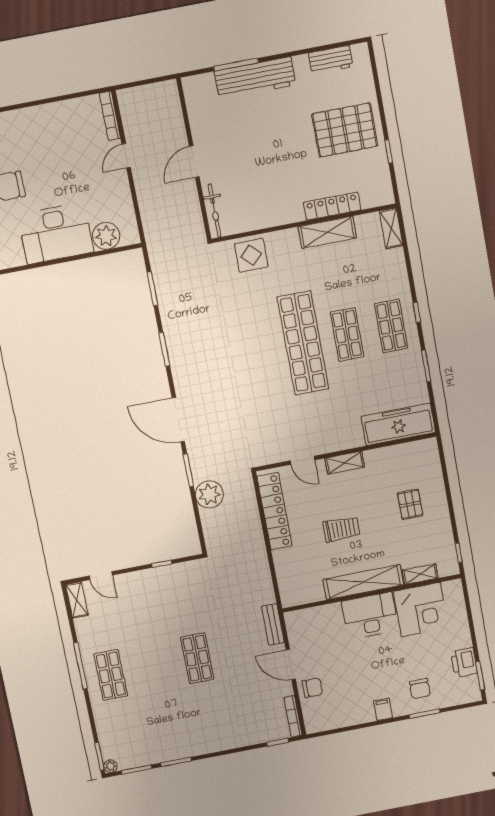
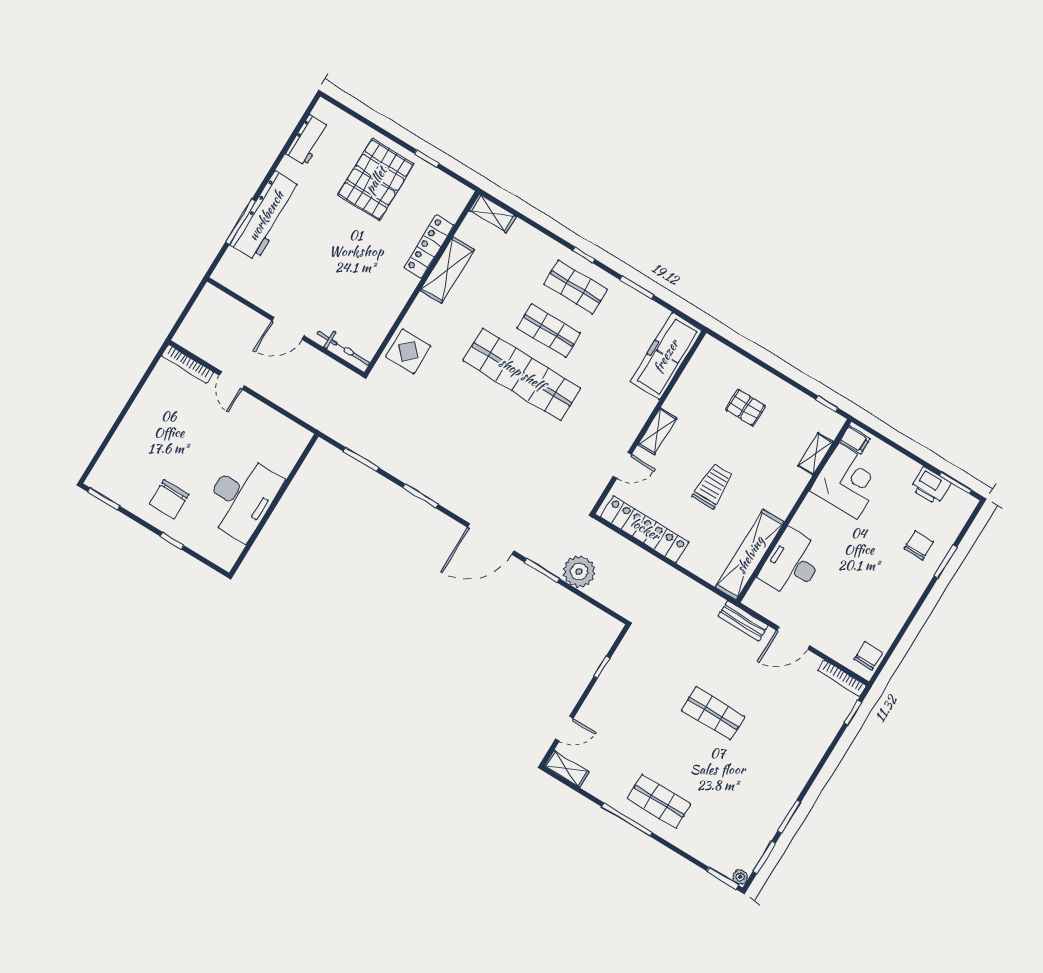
door: (194, 162) -> (288, 328), hinge flipped
plant: (106, 236) -> (282, 458), removed
shelving: (363, 582) -> (750, 555), moved
desk: (370, 616) -> (792, 564), moved
chair: (312, 688) -> (868, 656), moved
chair: (420, 689) -> (919, 545), turned -90
filing cabinet: (383, 709) -> (855, 440), moved, turned 180

